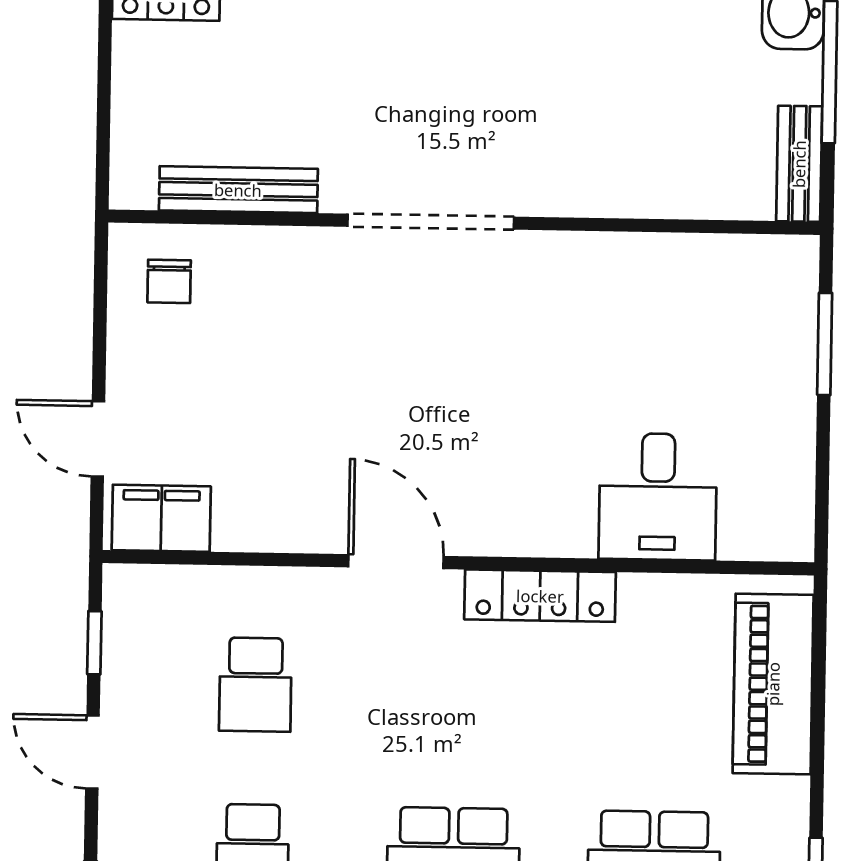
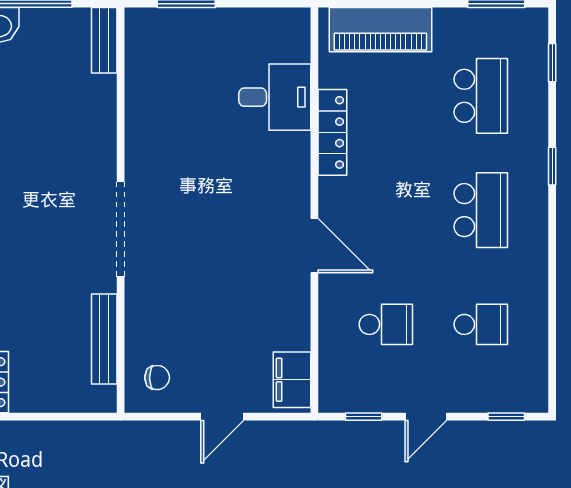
bench: (799, 164) -> (104, 40), moved, turned 90
door: (98, 439) -> (222, 417), moved
door: (396, 562) -> (314, 246), swing flipped
locker: (540, 596) -> (332, 132), moved

